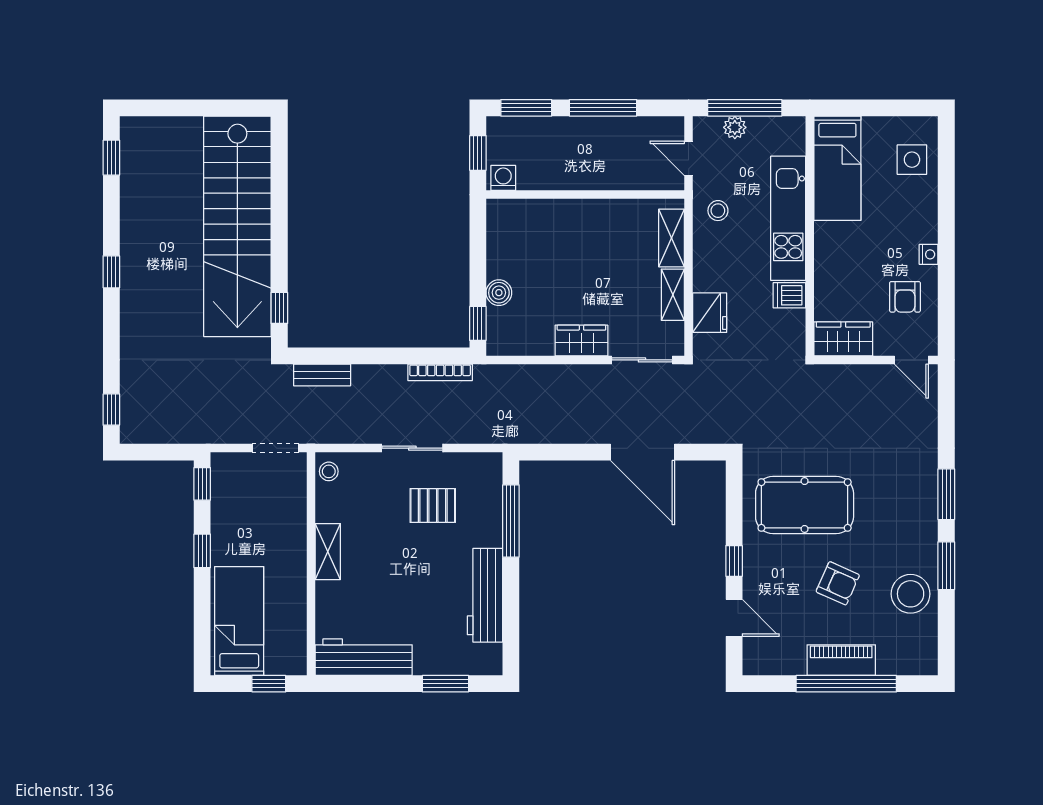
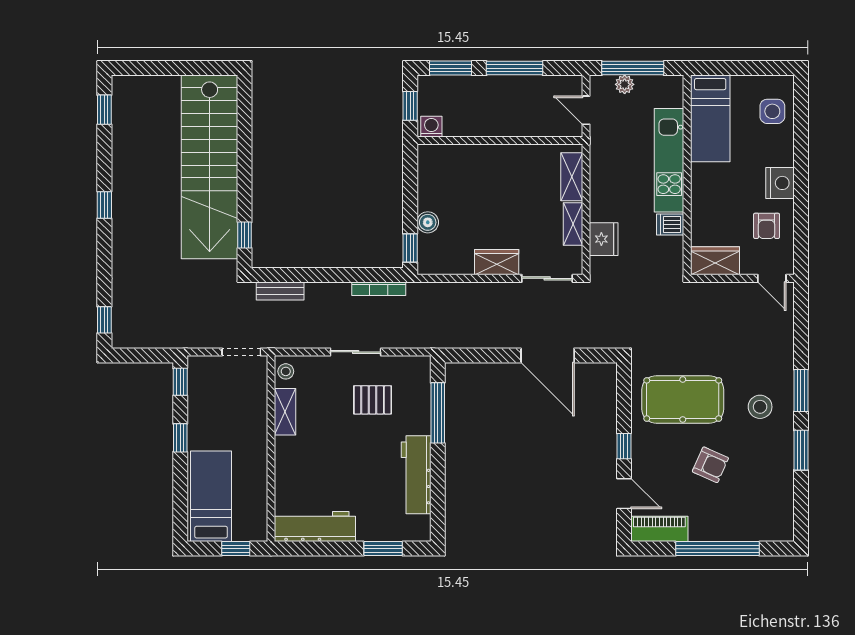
stool: (718, 211) -> (610, 154), removed
nightstand: (929, 254) -> (780, 183), width x1.89, depth x1.79
shelving: (328, 552) -> (285, 412), moved
stool: (911, 594) -> (760, 407), moved, width x0.73, depth x0.73
piano: (841, 660) -> (659, 529), moved

